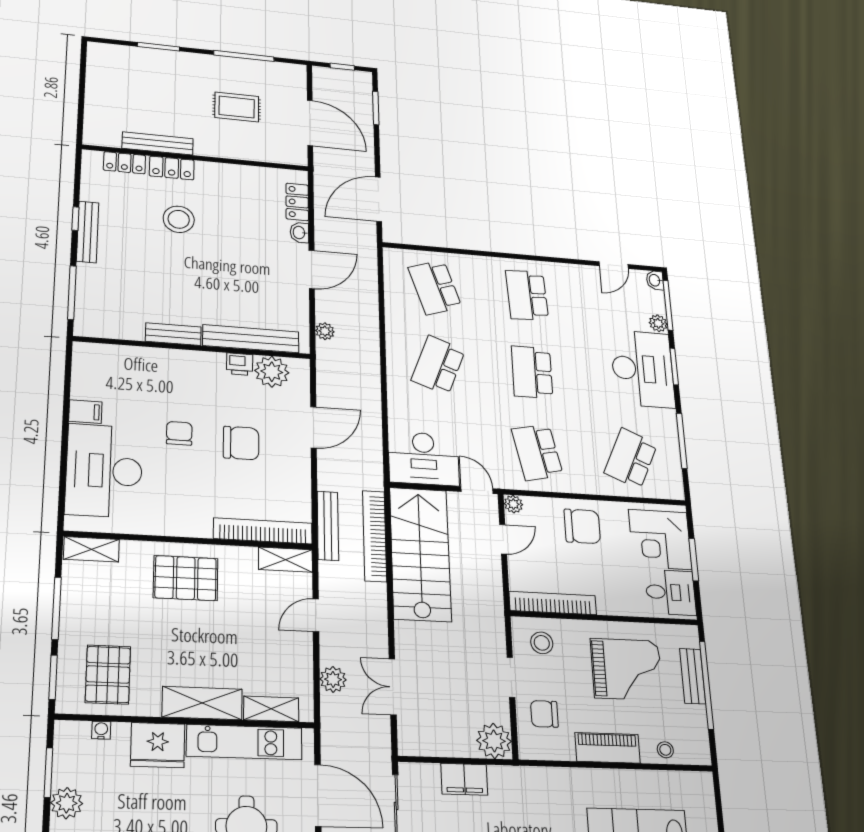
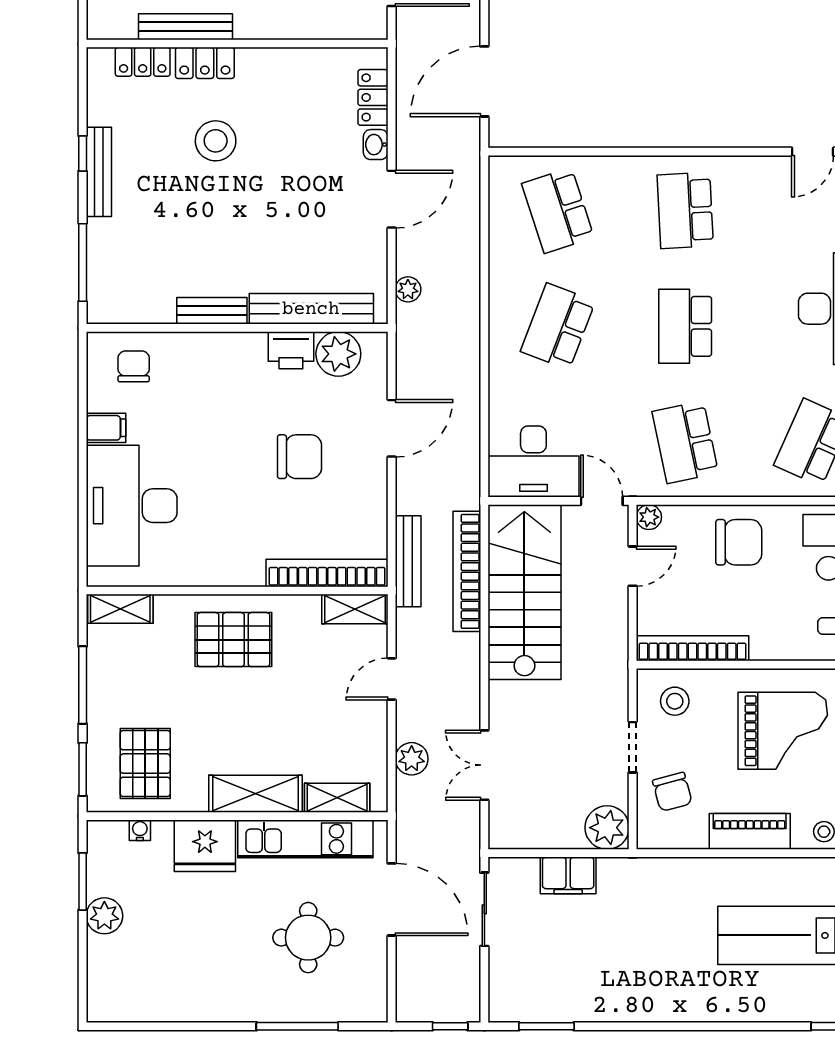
printer: (240, 364) -> (291, 350), width x1.36, depth x1.24
chair: (179, 433) -> (134, 366), moved
chair: (544, 714) -> (672, 792), turned -105

